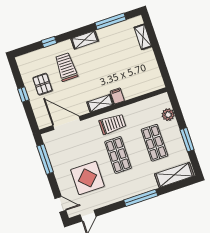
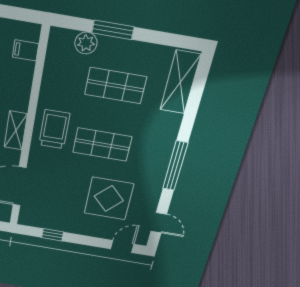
filing cabinet: (117, 96) -> (26, 50), moved
window: (187, 140) -> (113, 30), moved
window: (45, 159) -> (53, 235), width x0.46
window: (141, 198) -> (175, 166), moved

